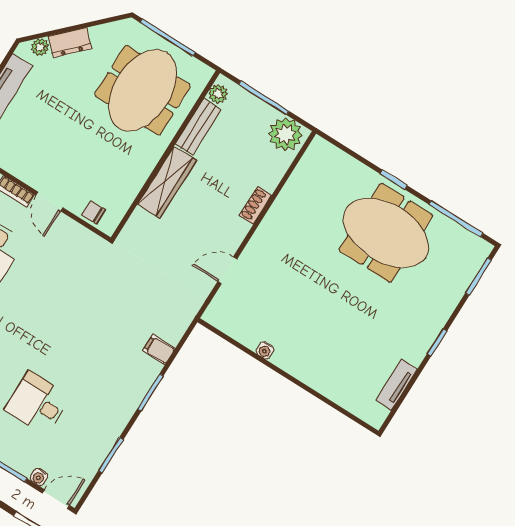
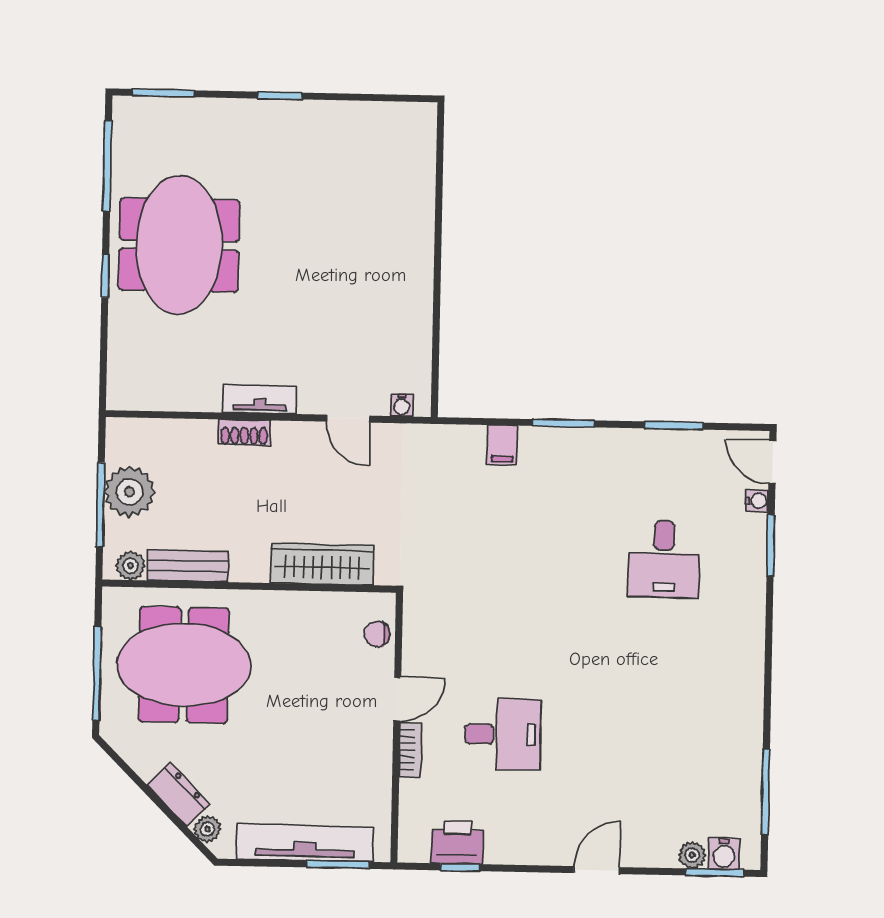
plant: (285, 134) -> (129, 492), moved
wardrobe: (167, 182) -> (322, 564), moved
chair: (93, 212) -> (377, 634), turned 90
water cooler: (265, 350) -> (402, 405), moved, turned 90
tv unit: (397, 385) -> (260, 399), moved, turned 180

